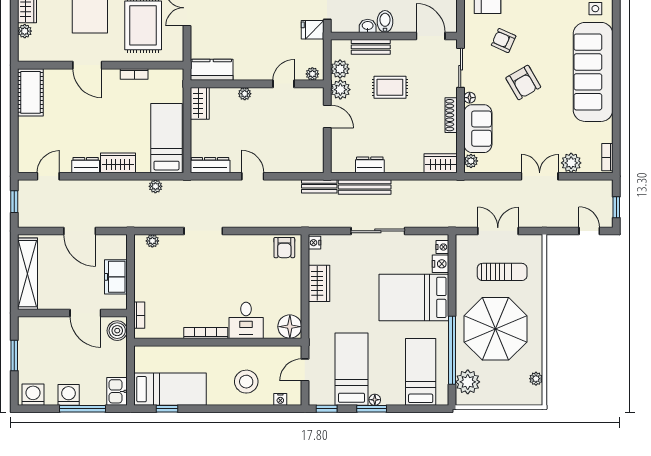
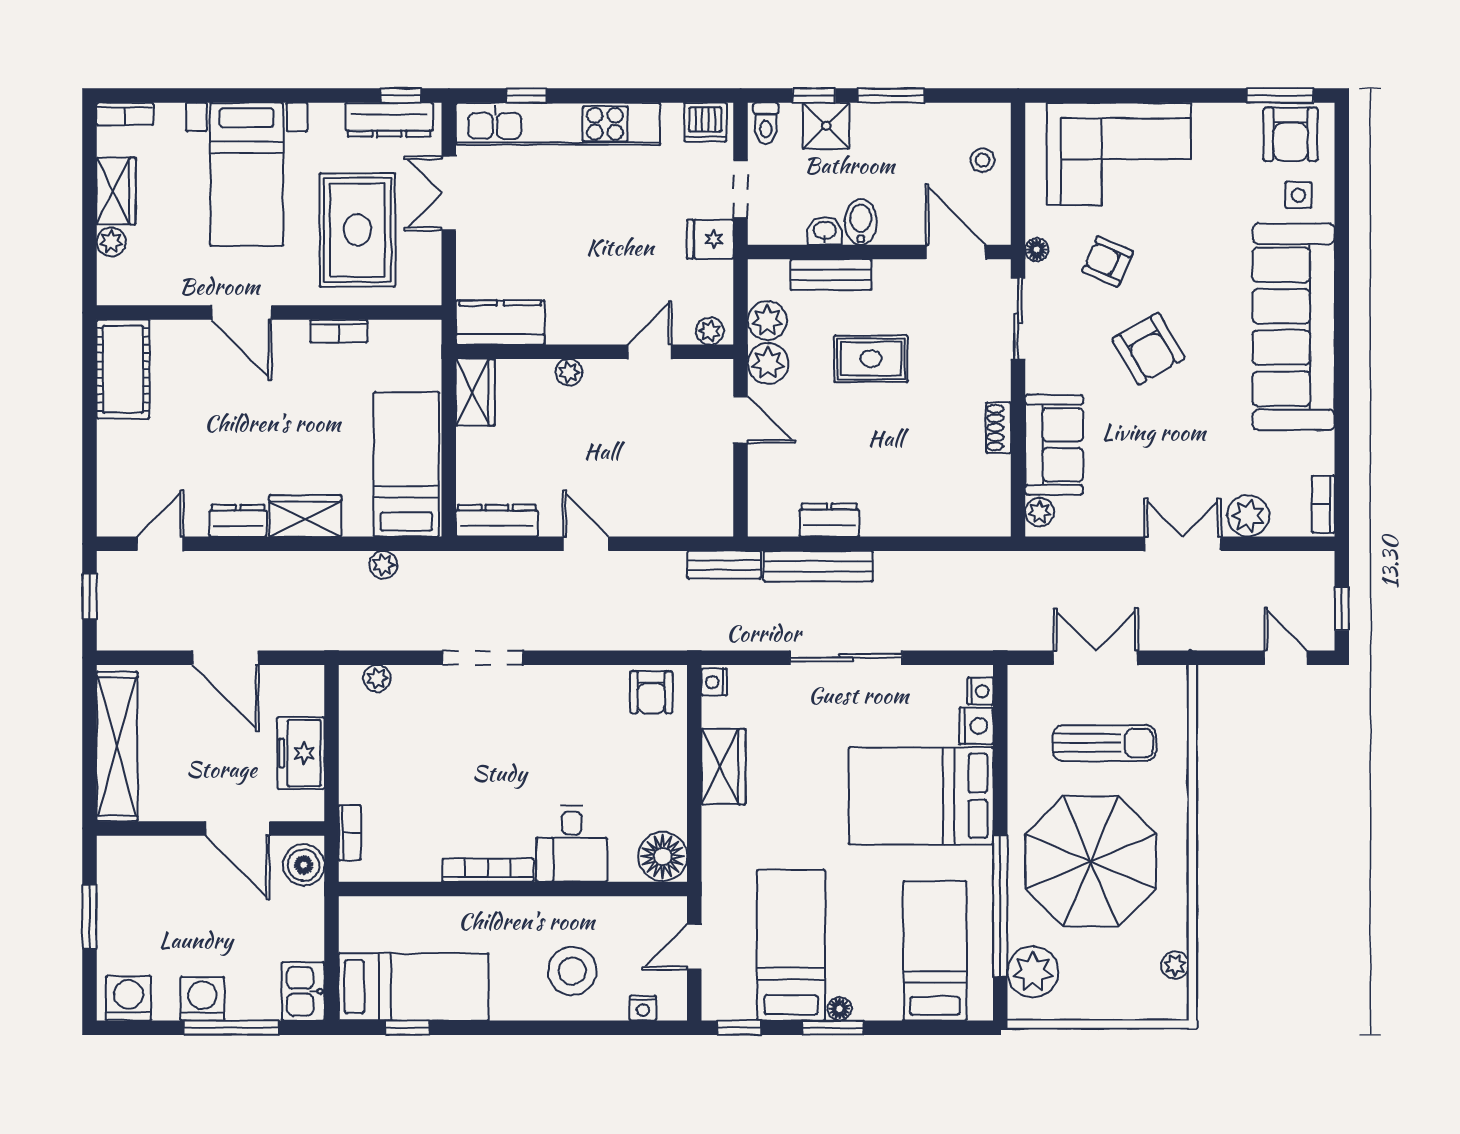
floor lamp: (470, 98) -> (1037, 250), moved
shoe rack: (451, 115) -> (999, 428), width x0.70
wardrobe: (441, 163) -> (976, 517), removed

